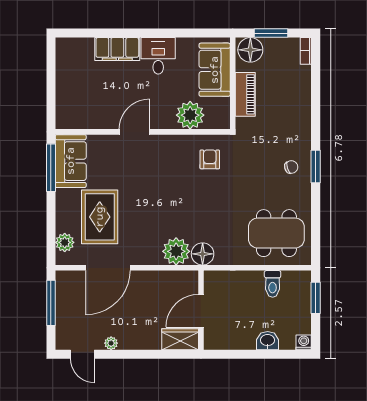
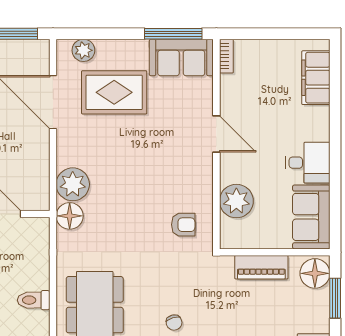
filing cabinet: (117, 49) -> (316, 78), moved
sofa: (215, 70) -> (311, 217), moved, turned -90
bookcase: (70, 124) -> (226, 56), added

